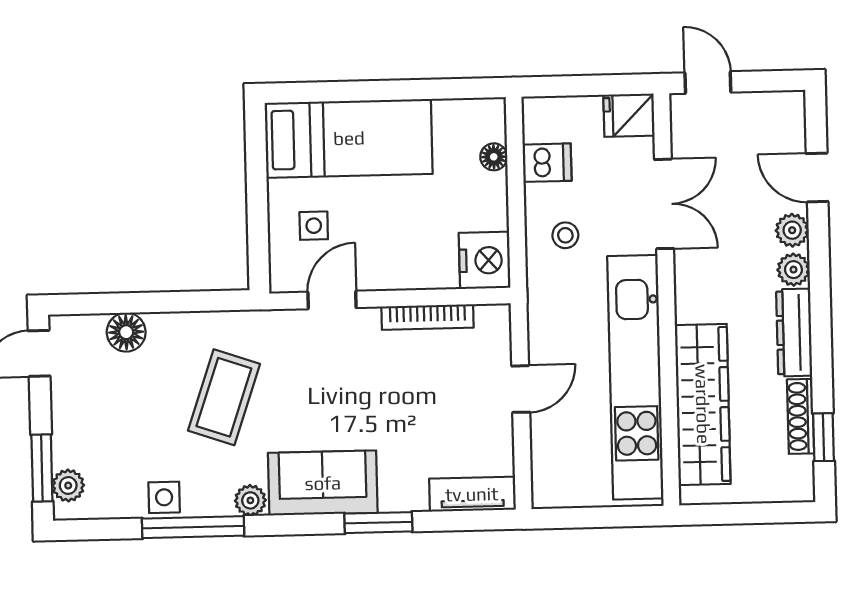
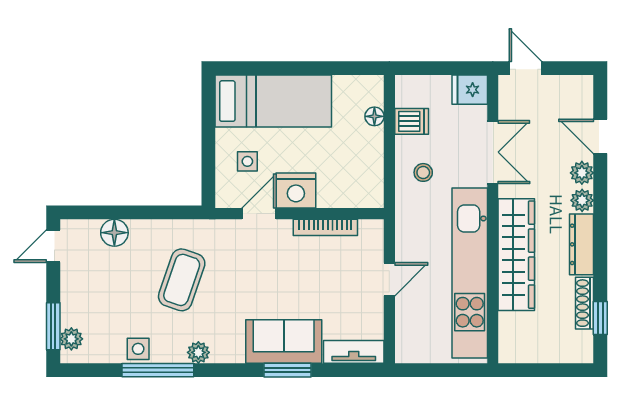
nightstand: (485, 260) -> (296, 191), moved, turned 90
wardrobe: (703, 404) -> (516, 255), moved
sofa: (323, 483) -> (284, 341), moved

